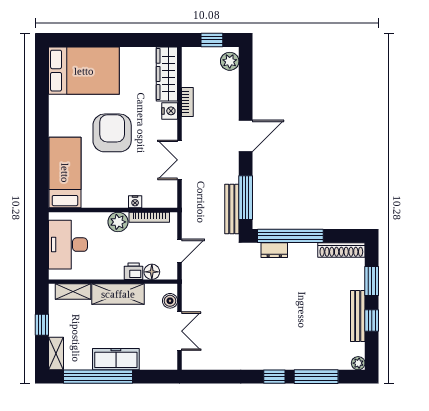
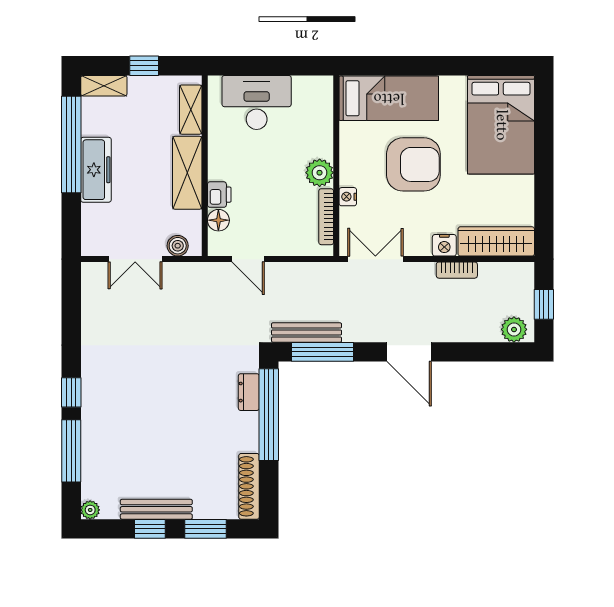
bed: (65, 173) -> (389, 98), moved
nightstand: (135, 202) -> (348, 197), moved
wall: (113, 210) -> (336, 166), moved
bookcase: (149, 217) -> (326, 217), moved
plant: (118, 222) -> (320, 173), moved

